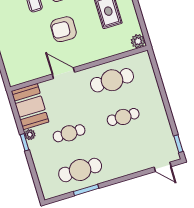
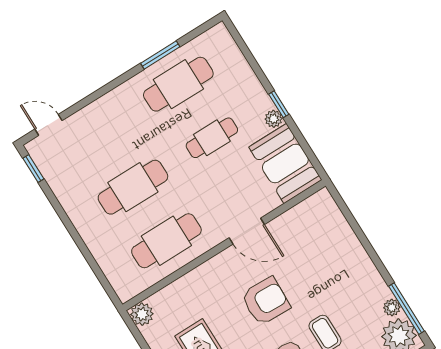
cafe table: (123, 117) -> (133, 187), width x1.37, depth x1.35

